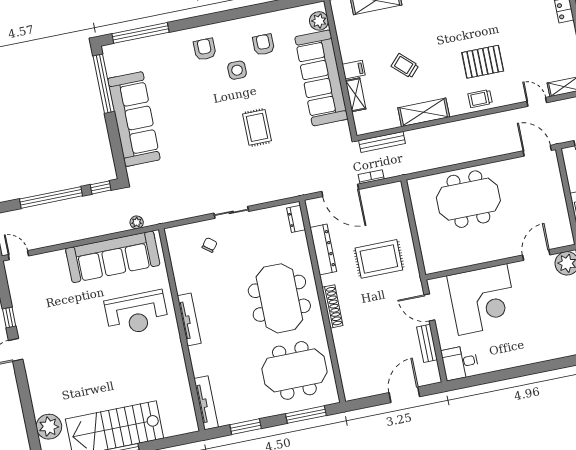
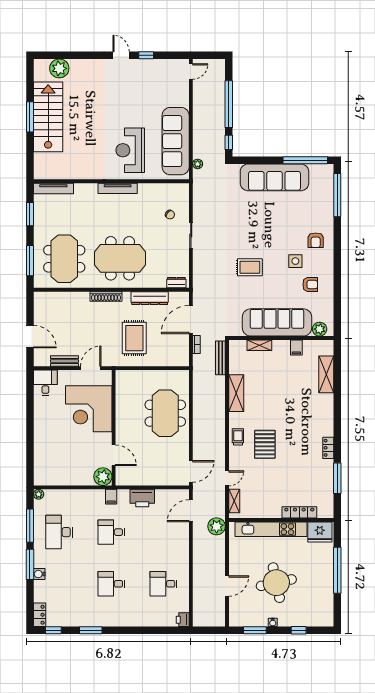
armchair: (205, 49) -> (316, 240), turned 90
trolley: (405, 66) -> (273, 386), removed
filing cabinet: (354, 70) -> (296, 347), moved

